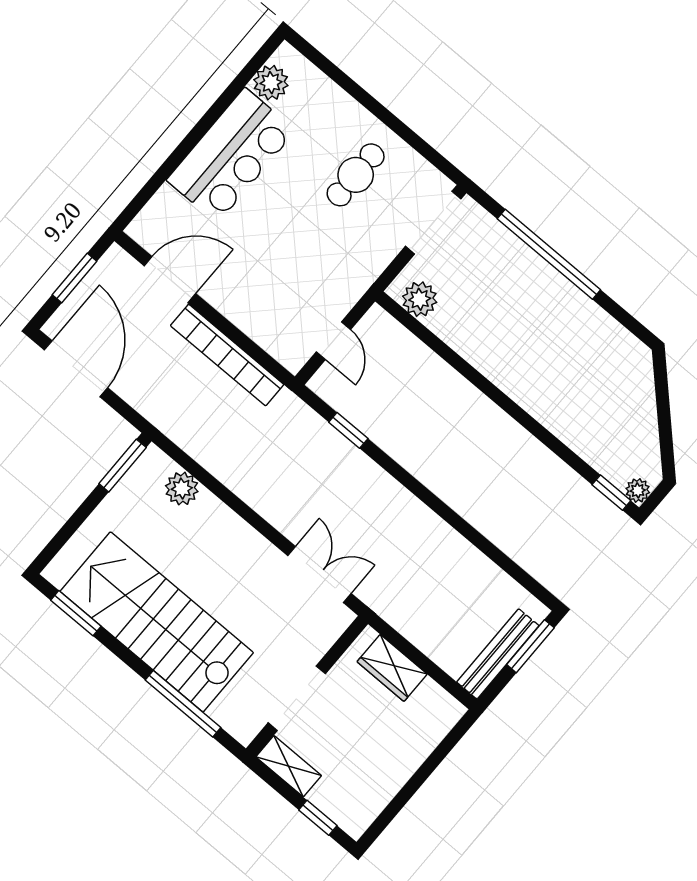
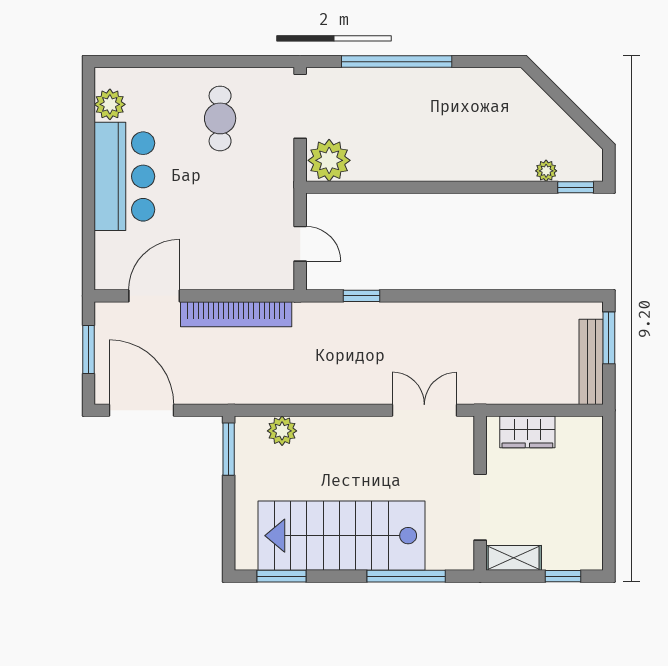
plant: (420, 299) -> (329, 160), width x1.36, depth x1.36
plant: (638, 490) -> (546, 171), moved

